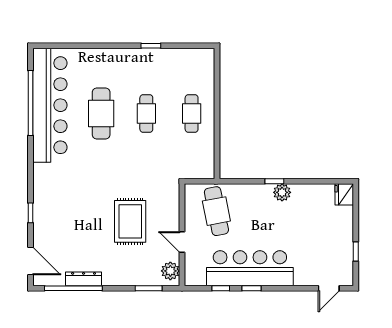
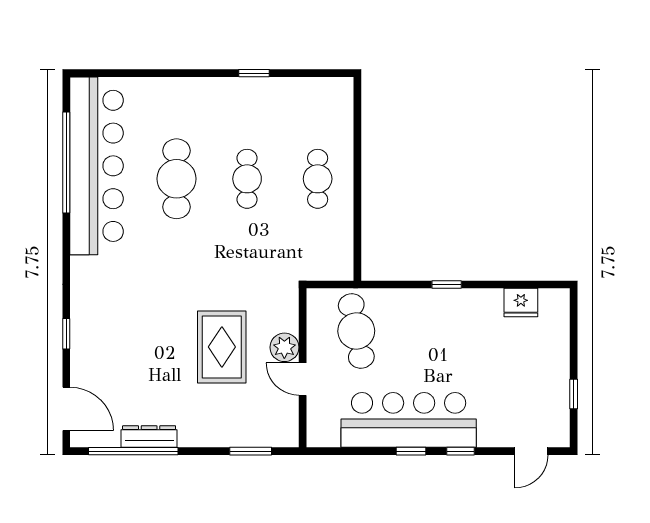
plant: (282, 192) -> (459, 302), removed
fridge: (344, 194) -> (521, 303), moved, turned -90
plant: (170, 271) -> (284, 347), moved
window: (221, 288) -> (461, 451), moved

